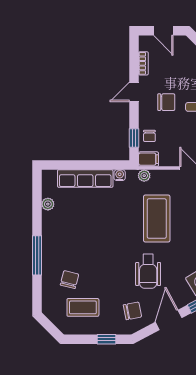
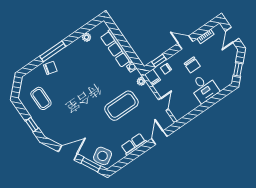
wheelchair: (148, 271) -> (88, 122), removed
chair: (69, 280) -> (50, 68), moved
chair: (132, 311) -> (59, 128), removed

